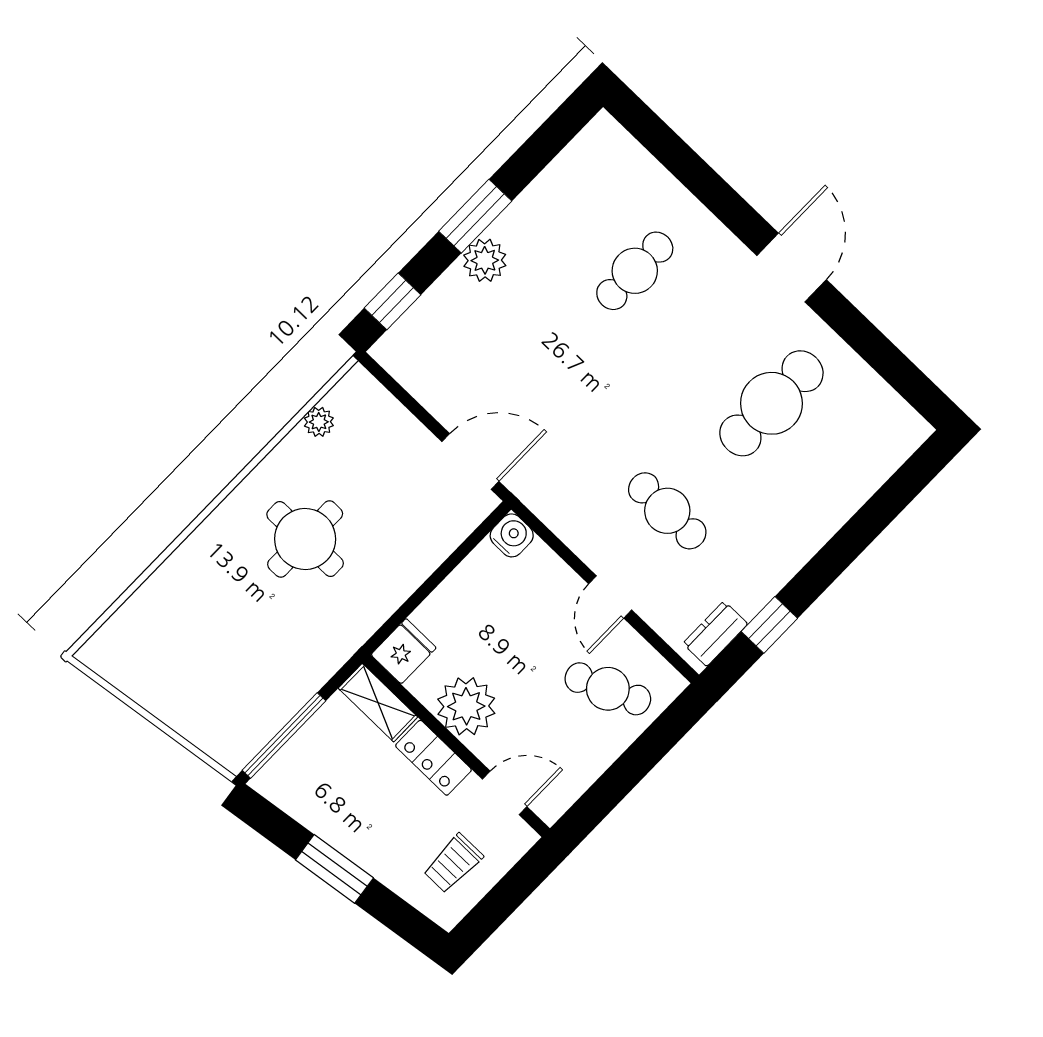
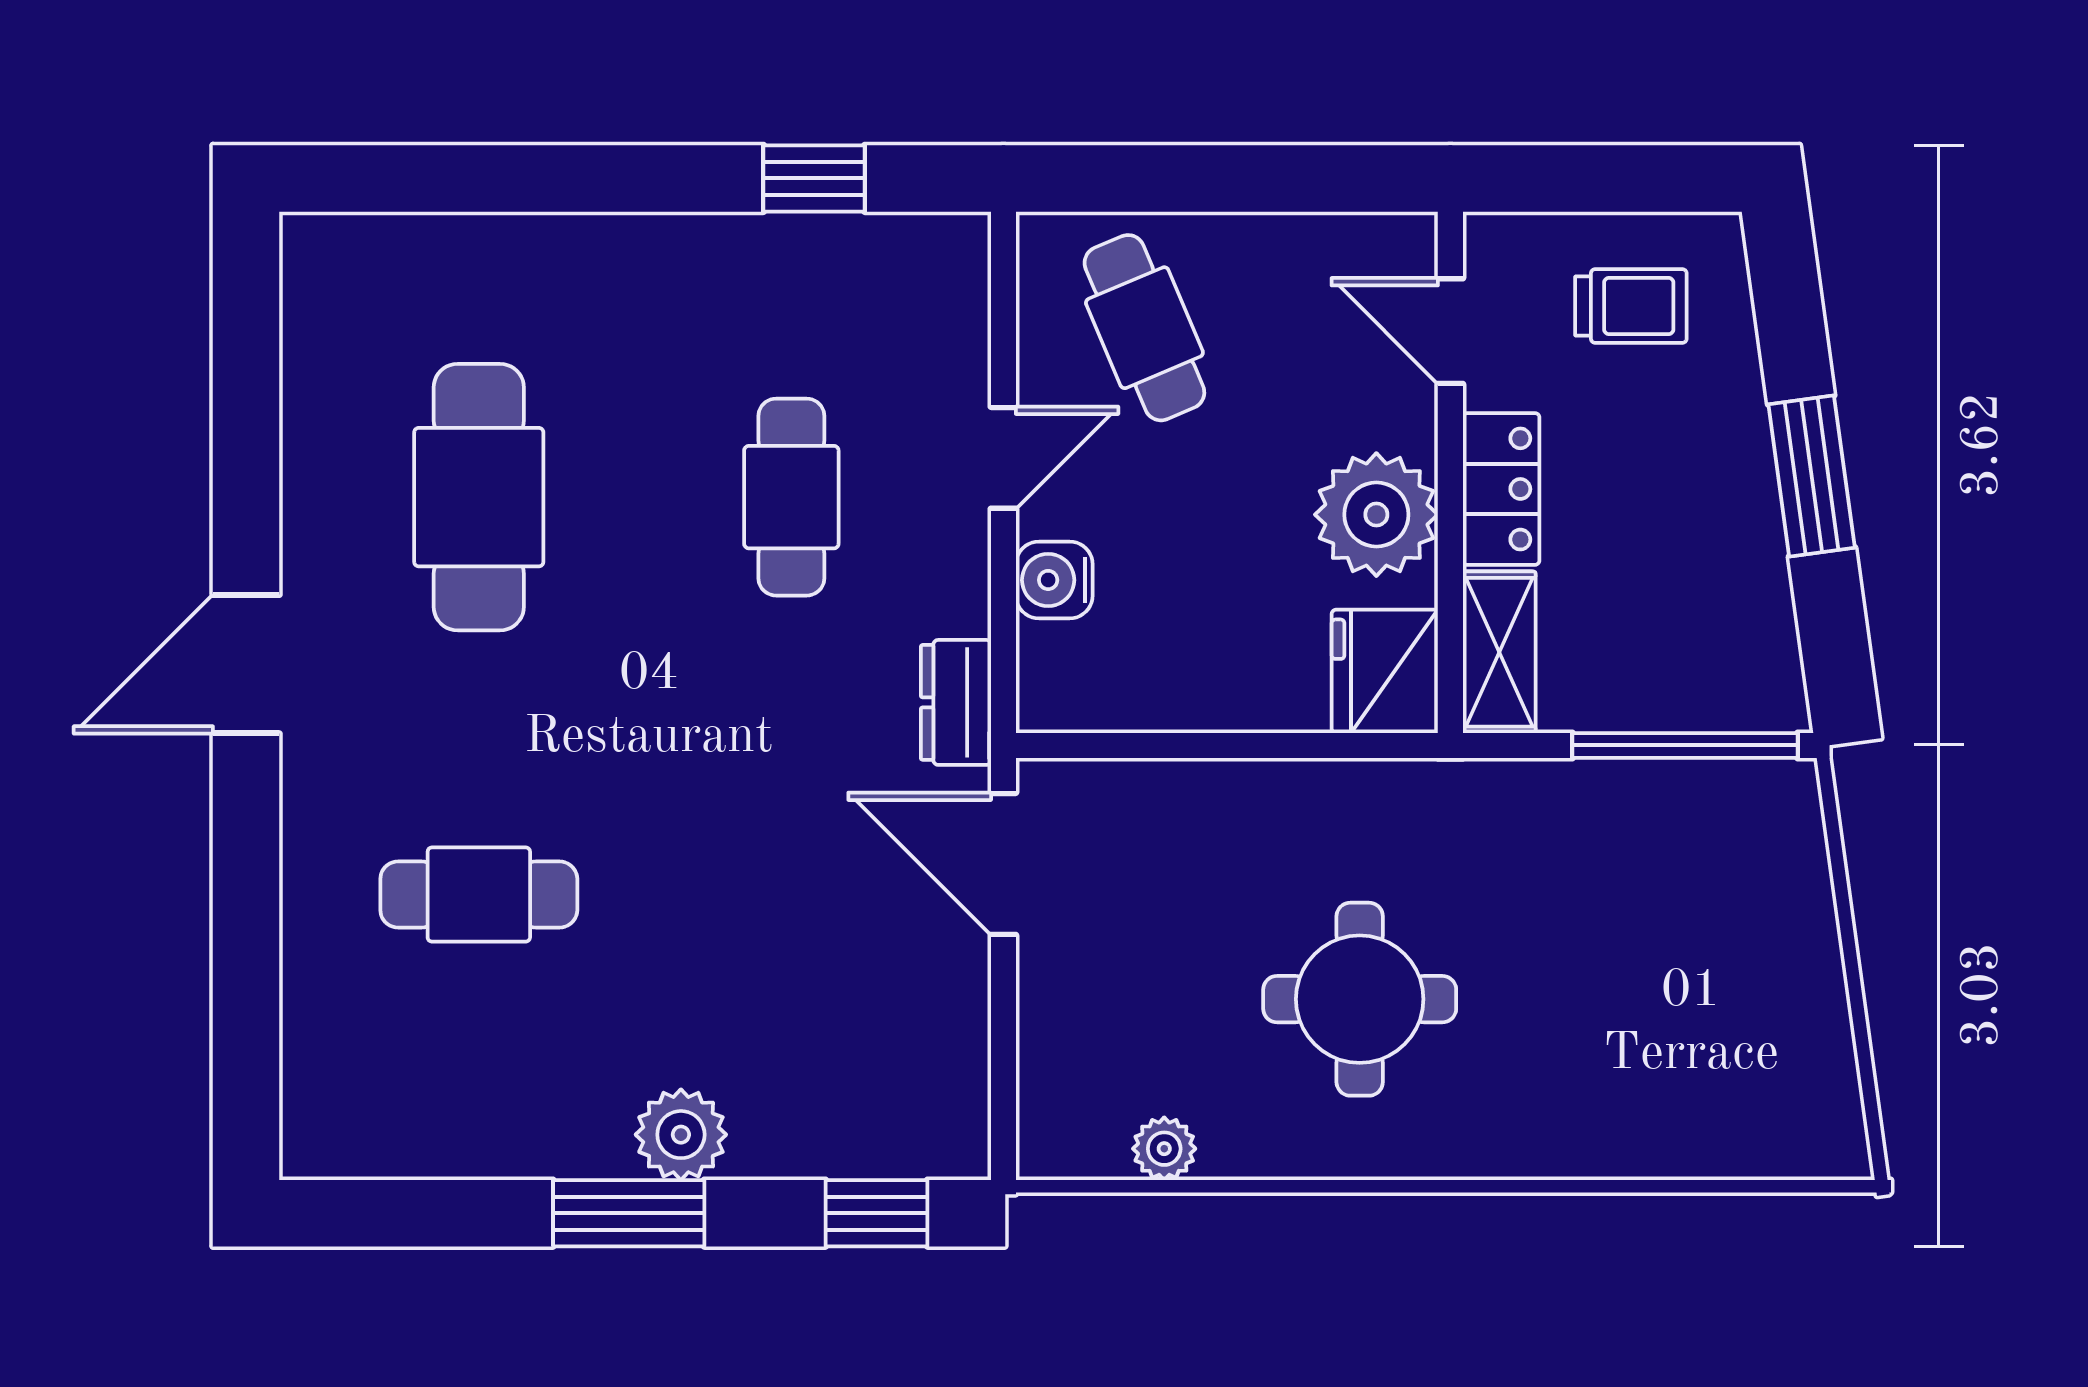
cafe table: (771, 403) -> (479, 497), turned 90
water cooler: (512, 535) -> (1054, 580), moved
dresser: (715, 634) -> (956, 702), moved, turned 90
fridge: (404, 651) -> (1385, 671), width x1.38

